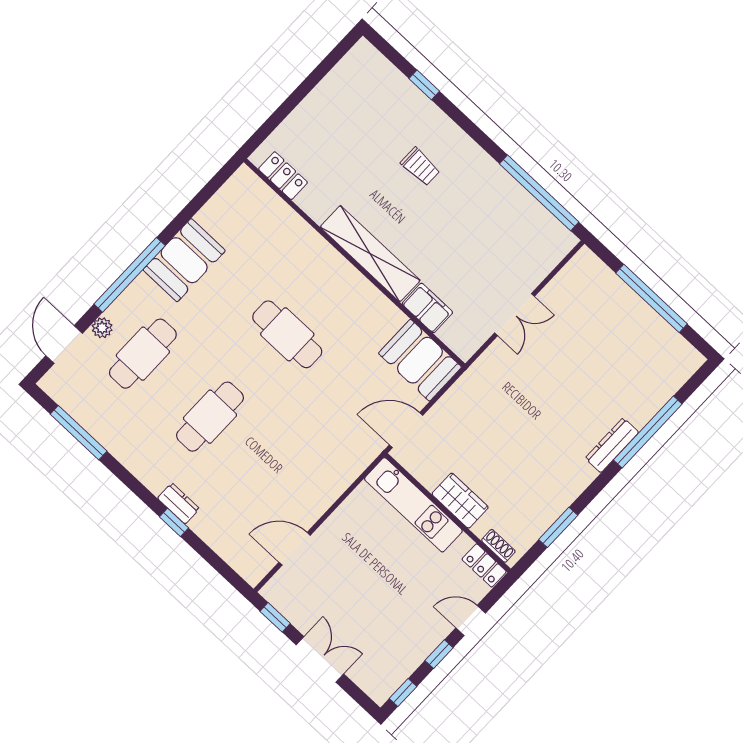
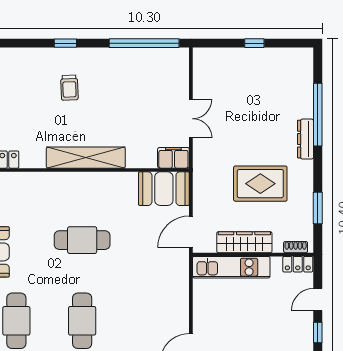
window: (424, 85) -> (65, 43), moved
trolley: (420, 167) -> (69, 88), turned 88
window: (652, 298) -> (254, 43), width x0.32
filing cabinet: (427, 308) -> (173, 158), moved
rug: (523, 447) -> (260, 184), added
wardrobe: (460, 501) -> (244, 242), width x1.50

